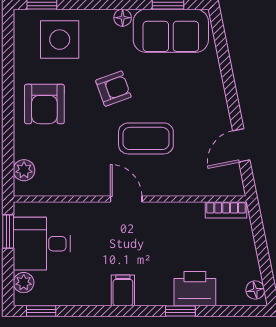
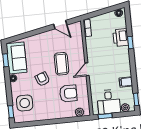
armchair: (44, 104) -> (68, 93), moved
filing cabinet: (123, 290) -> (126, 82), moved

